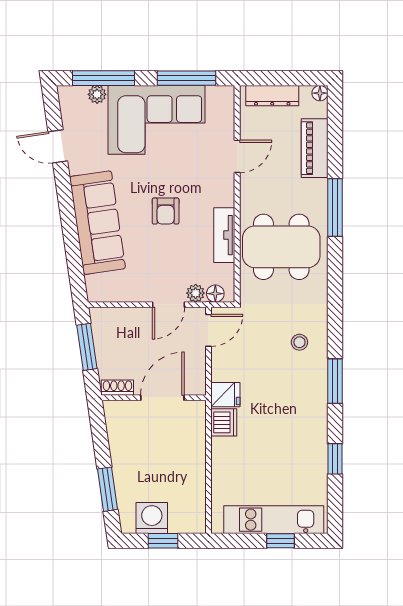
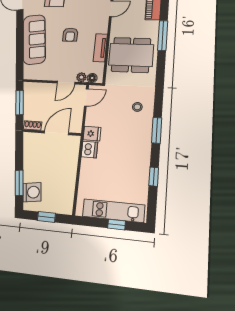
washing machine: (152, 518) -> (32, 192), moved, turned 82

